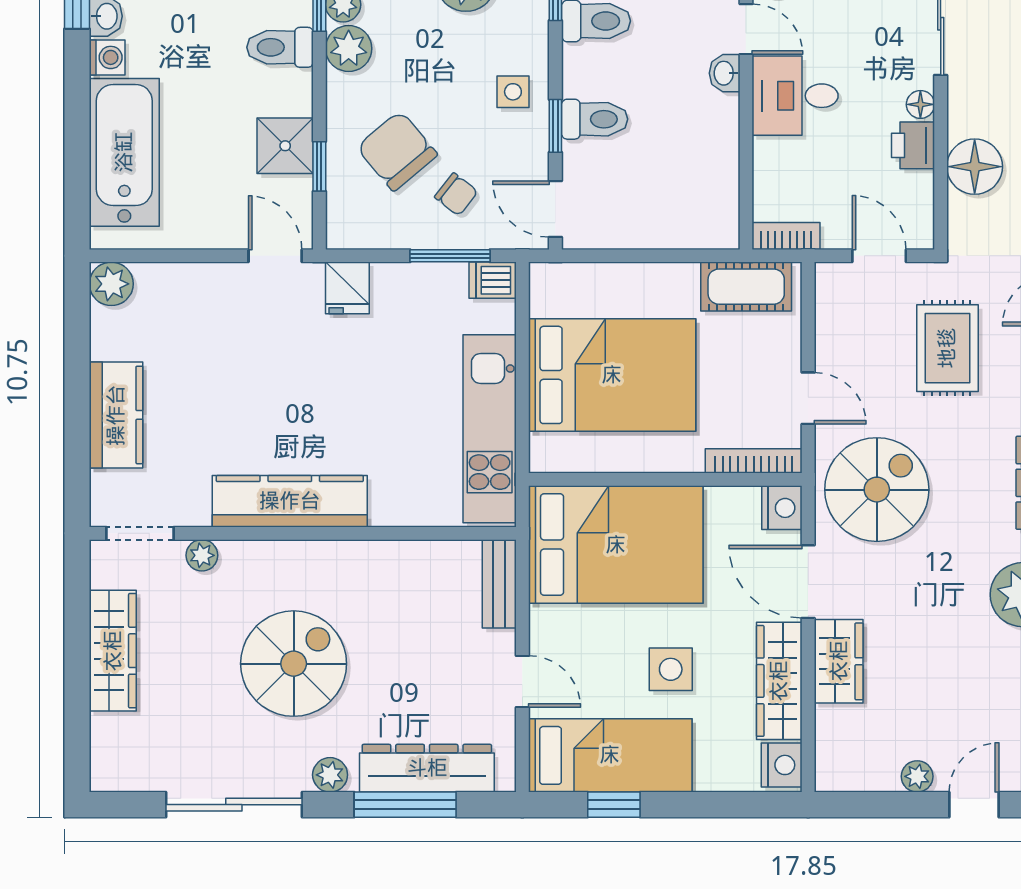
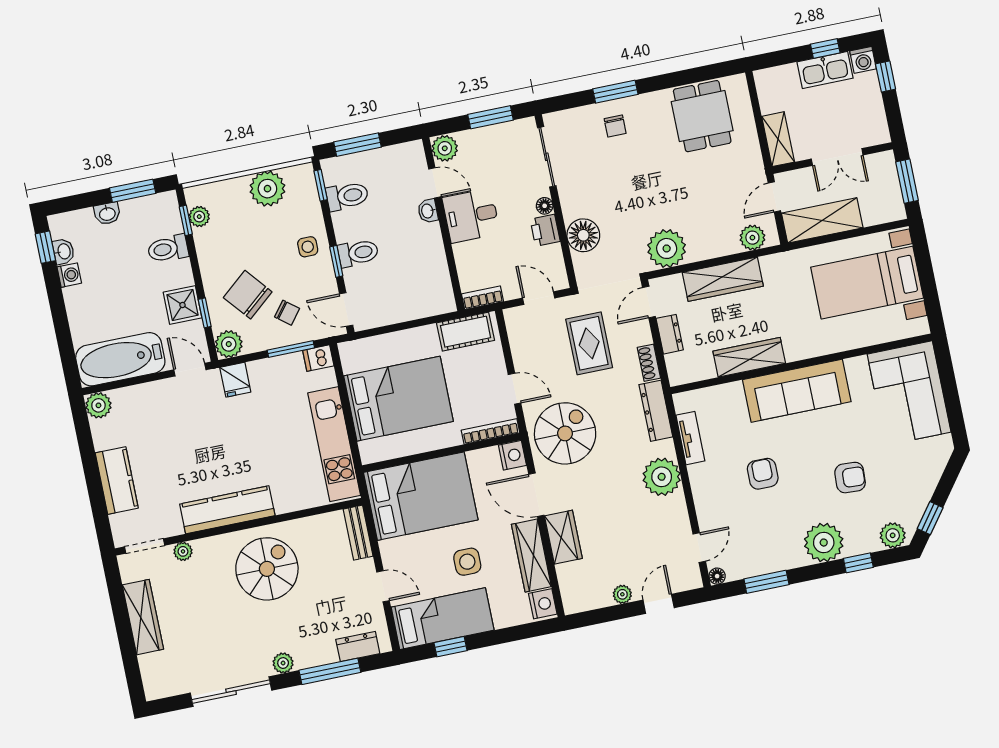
plant: (349, 49) -> (229, 344), moved
bathtub: (124, 152) -> (120, 359), moved, turned -90
spiral stairs: (294, 664) -> (267, 569), moved
dresser: (427, 768) -> (358, 647), width x0.51, depth x0.80

